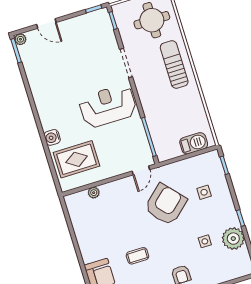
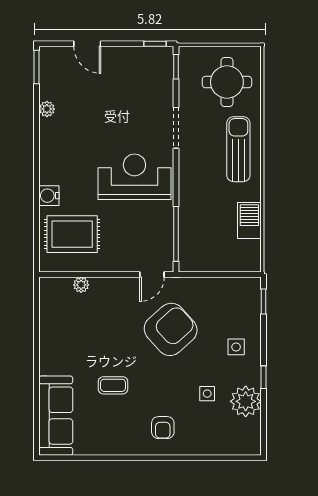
plant: (20, 39) -> (47, 109), moved
barbecue: (194, 143) -> (249, 220), moved, turned -90
side table: (204, 192) -> (236, 347), moved

